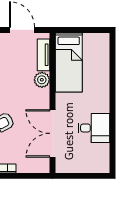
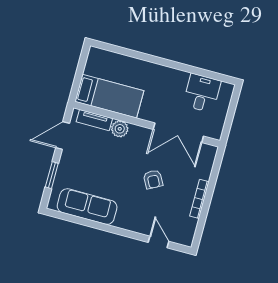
desk: (94, 128) -> (202, 93), moved

